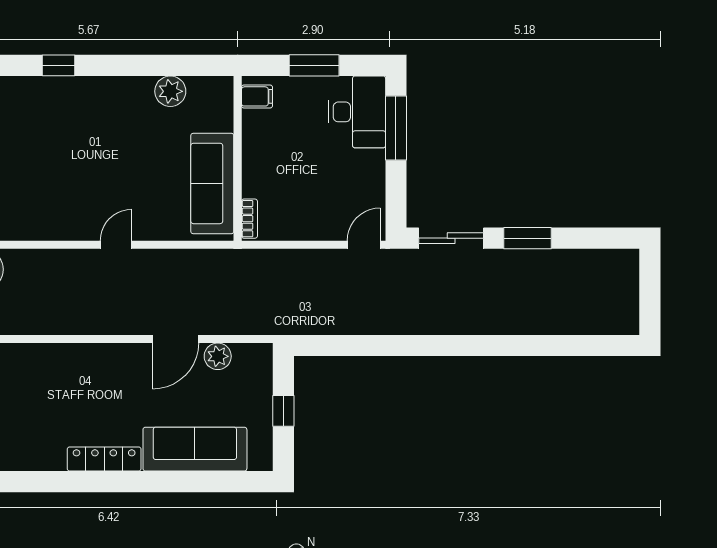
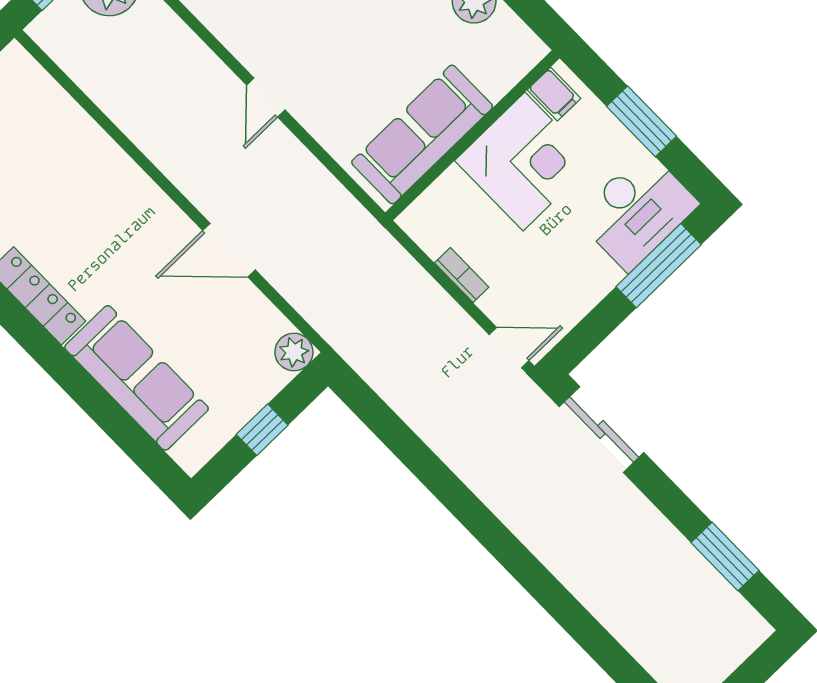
corner desk: (276, 145) -> (524, 161), added
bookcase: (249, 219) -> (462, 275), moved, turned -90
window: (527, 238) -> (725, 557), moved
door: (116, 245) -> (266, 97), swing flipped
plant: (218, 356) -> (294, 352), moved

